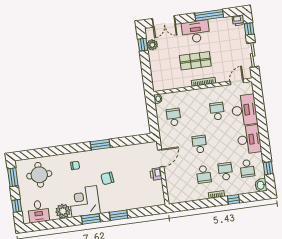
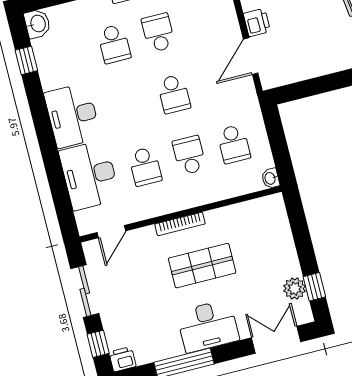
school desk: (247, 168) -> (189, 155), moved

